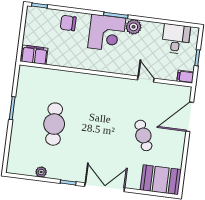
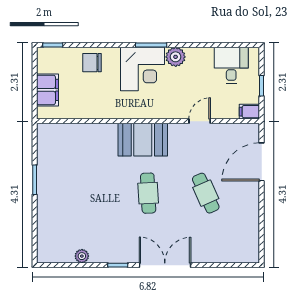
filing cabinet: (34, 55) -> (48, 90), moved, turned 90
door: (146, 79) -> (200, 121), hinge flipped
cafe table: (54, 124) -> (148, 193), moved, width x0.73, depth x0.74
booth: (161, 180) -> (143, 140), moved

